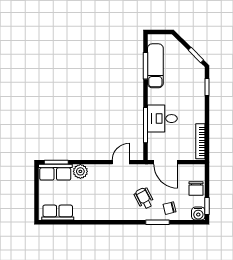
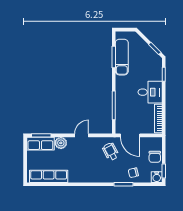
desk: (162, 119) -> (150, 92), moved, turned 180
door: (121, 162) -> (82, 135), moved
wheelchair: (144, 198) -> (111, 152), moved
row of seats: (58, 213) -> (49, 176), width x1.48

